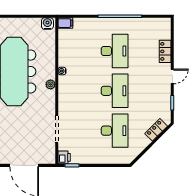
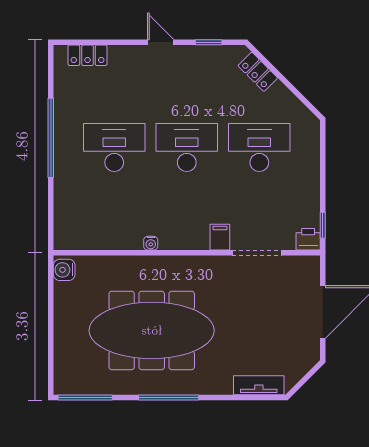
filing cabinet: (65, 23) -> (220, 237), moved
locker: (165, 51) -> (88, 55), moved
plant: (51, 84) -> (175, 264), removed

